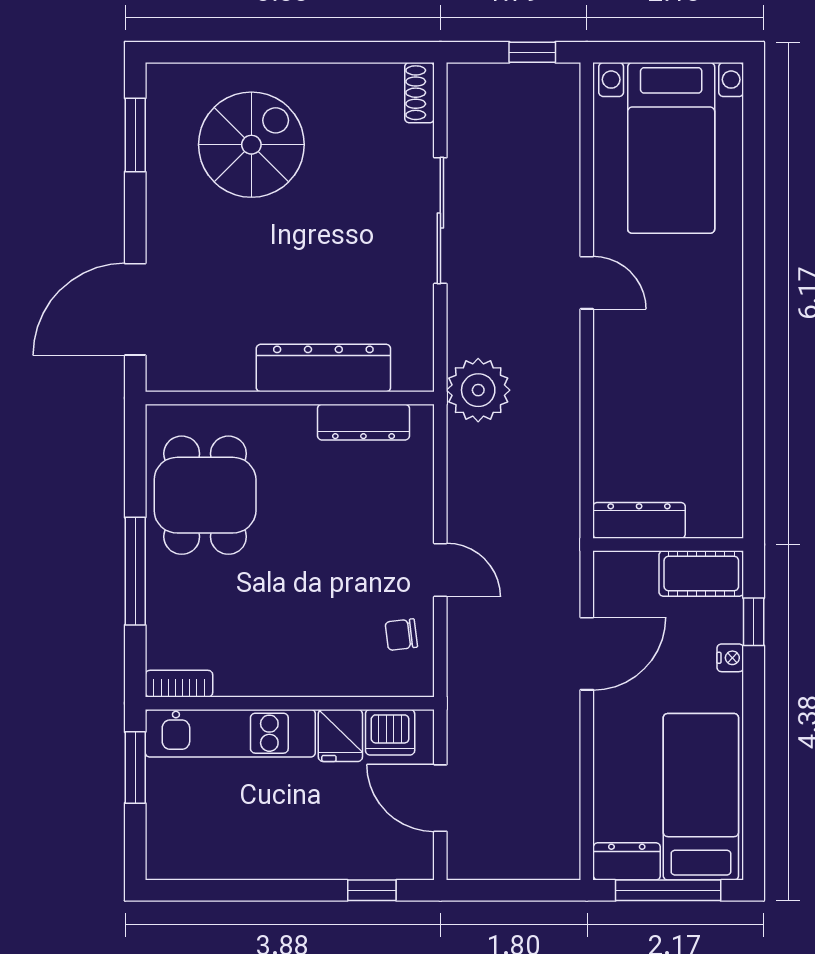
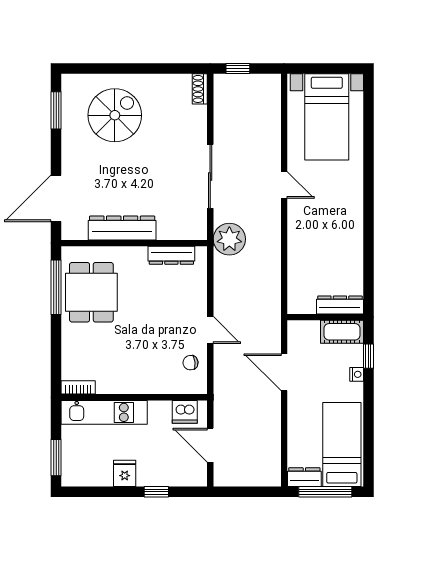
window: (532, 52) -> (238, 69), moved
sliding door: (440, 221) -> (210, 176), moved
dresser: (323, 368) -> (122, 228), moved
dresser: (639, 520) -> (340, 305), moved
window: (135, 571) -> (56, 287), moved
door: (587, 654) -> (284, 372), swing flipped
fridge: (340, 735) -> (125, 473), moved, turned 180
window: (135, 768) -> (56, 458), moved
window: (372, 890) -> (156, 492), moved

